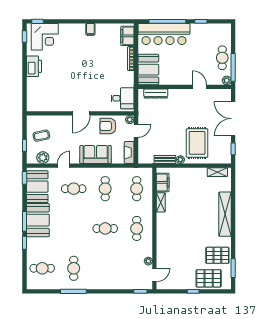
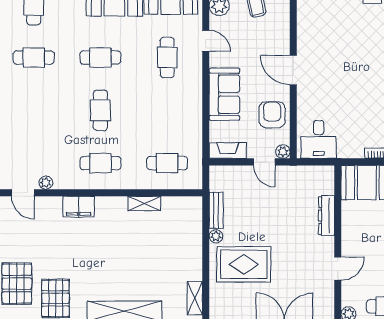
dresser: (156, 94) -> (327, 216), moved
filing cabinet: (163, 182) -> (79, 207), moved
cafe table: (105, 189) -> (100, 58), moved

